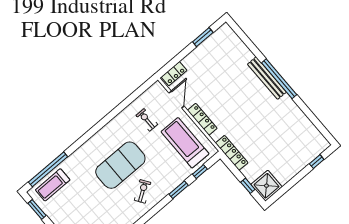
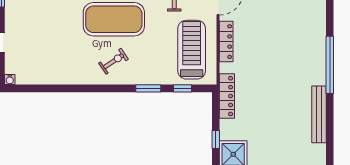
bench: (267, 78) -> (319, 114), moved

